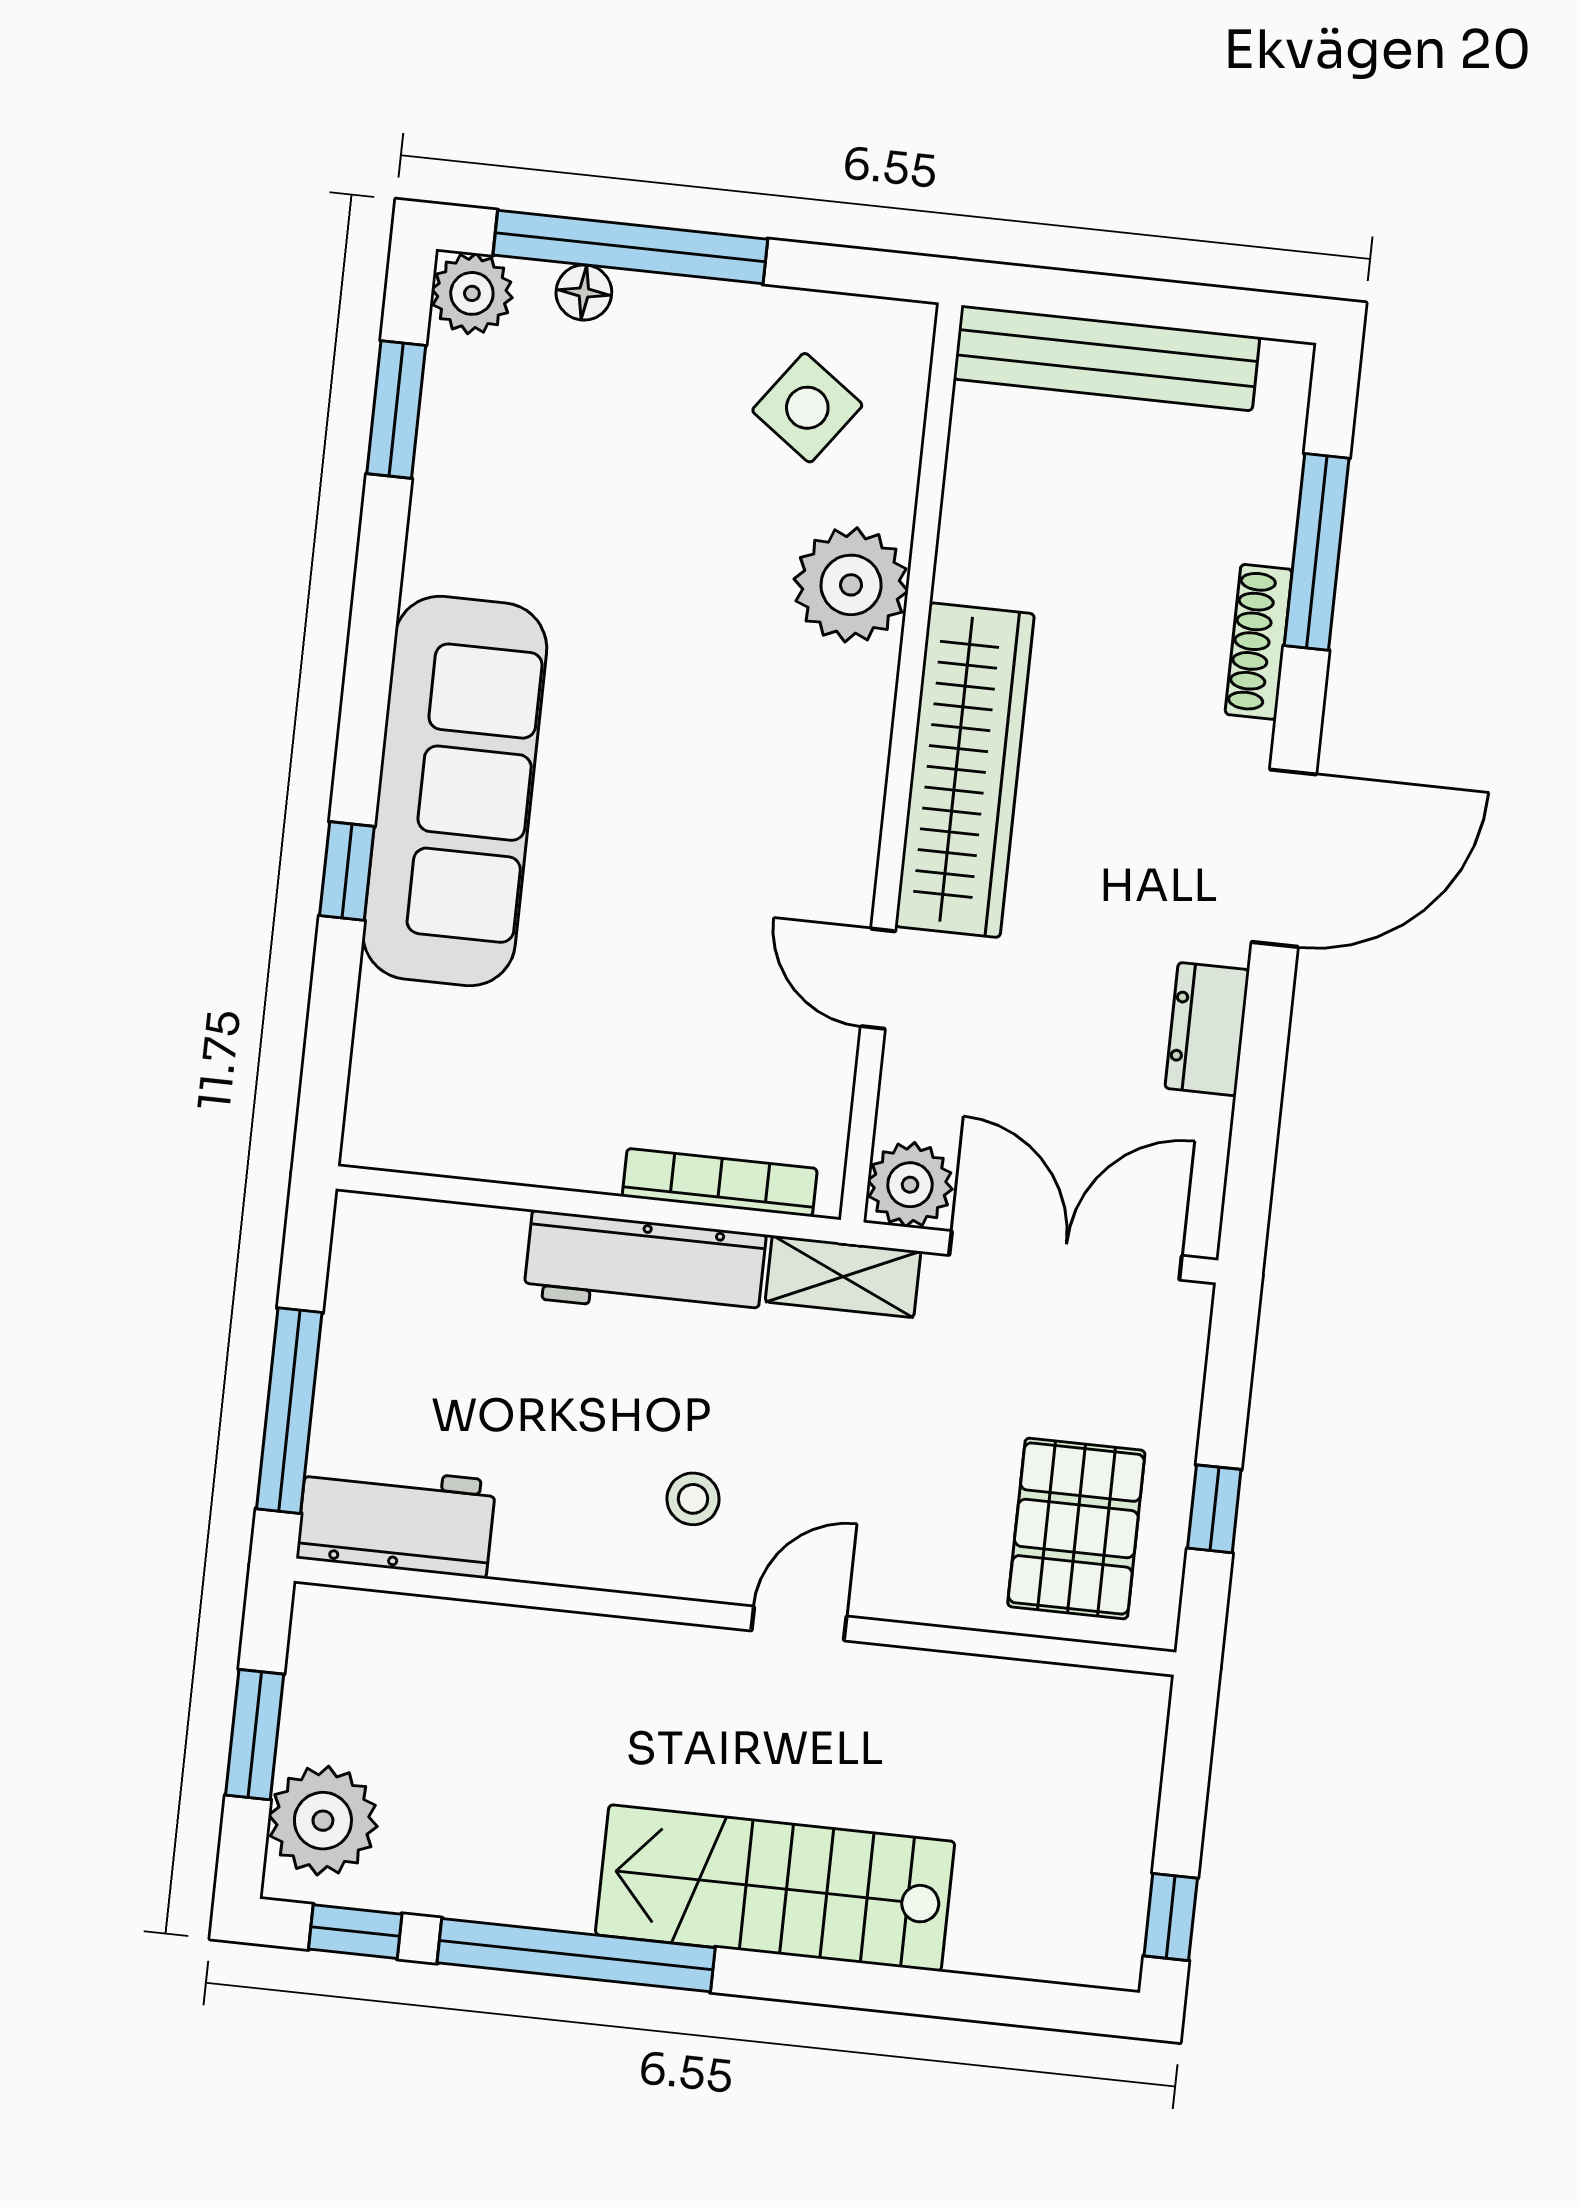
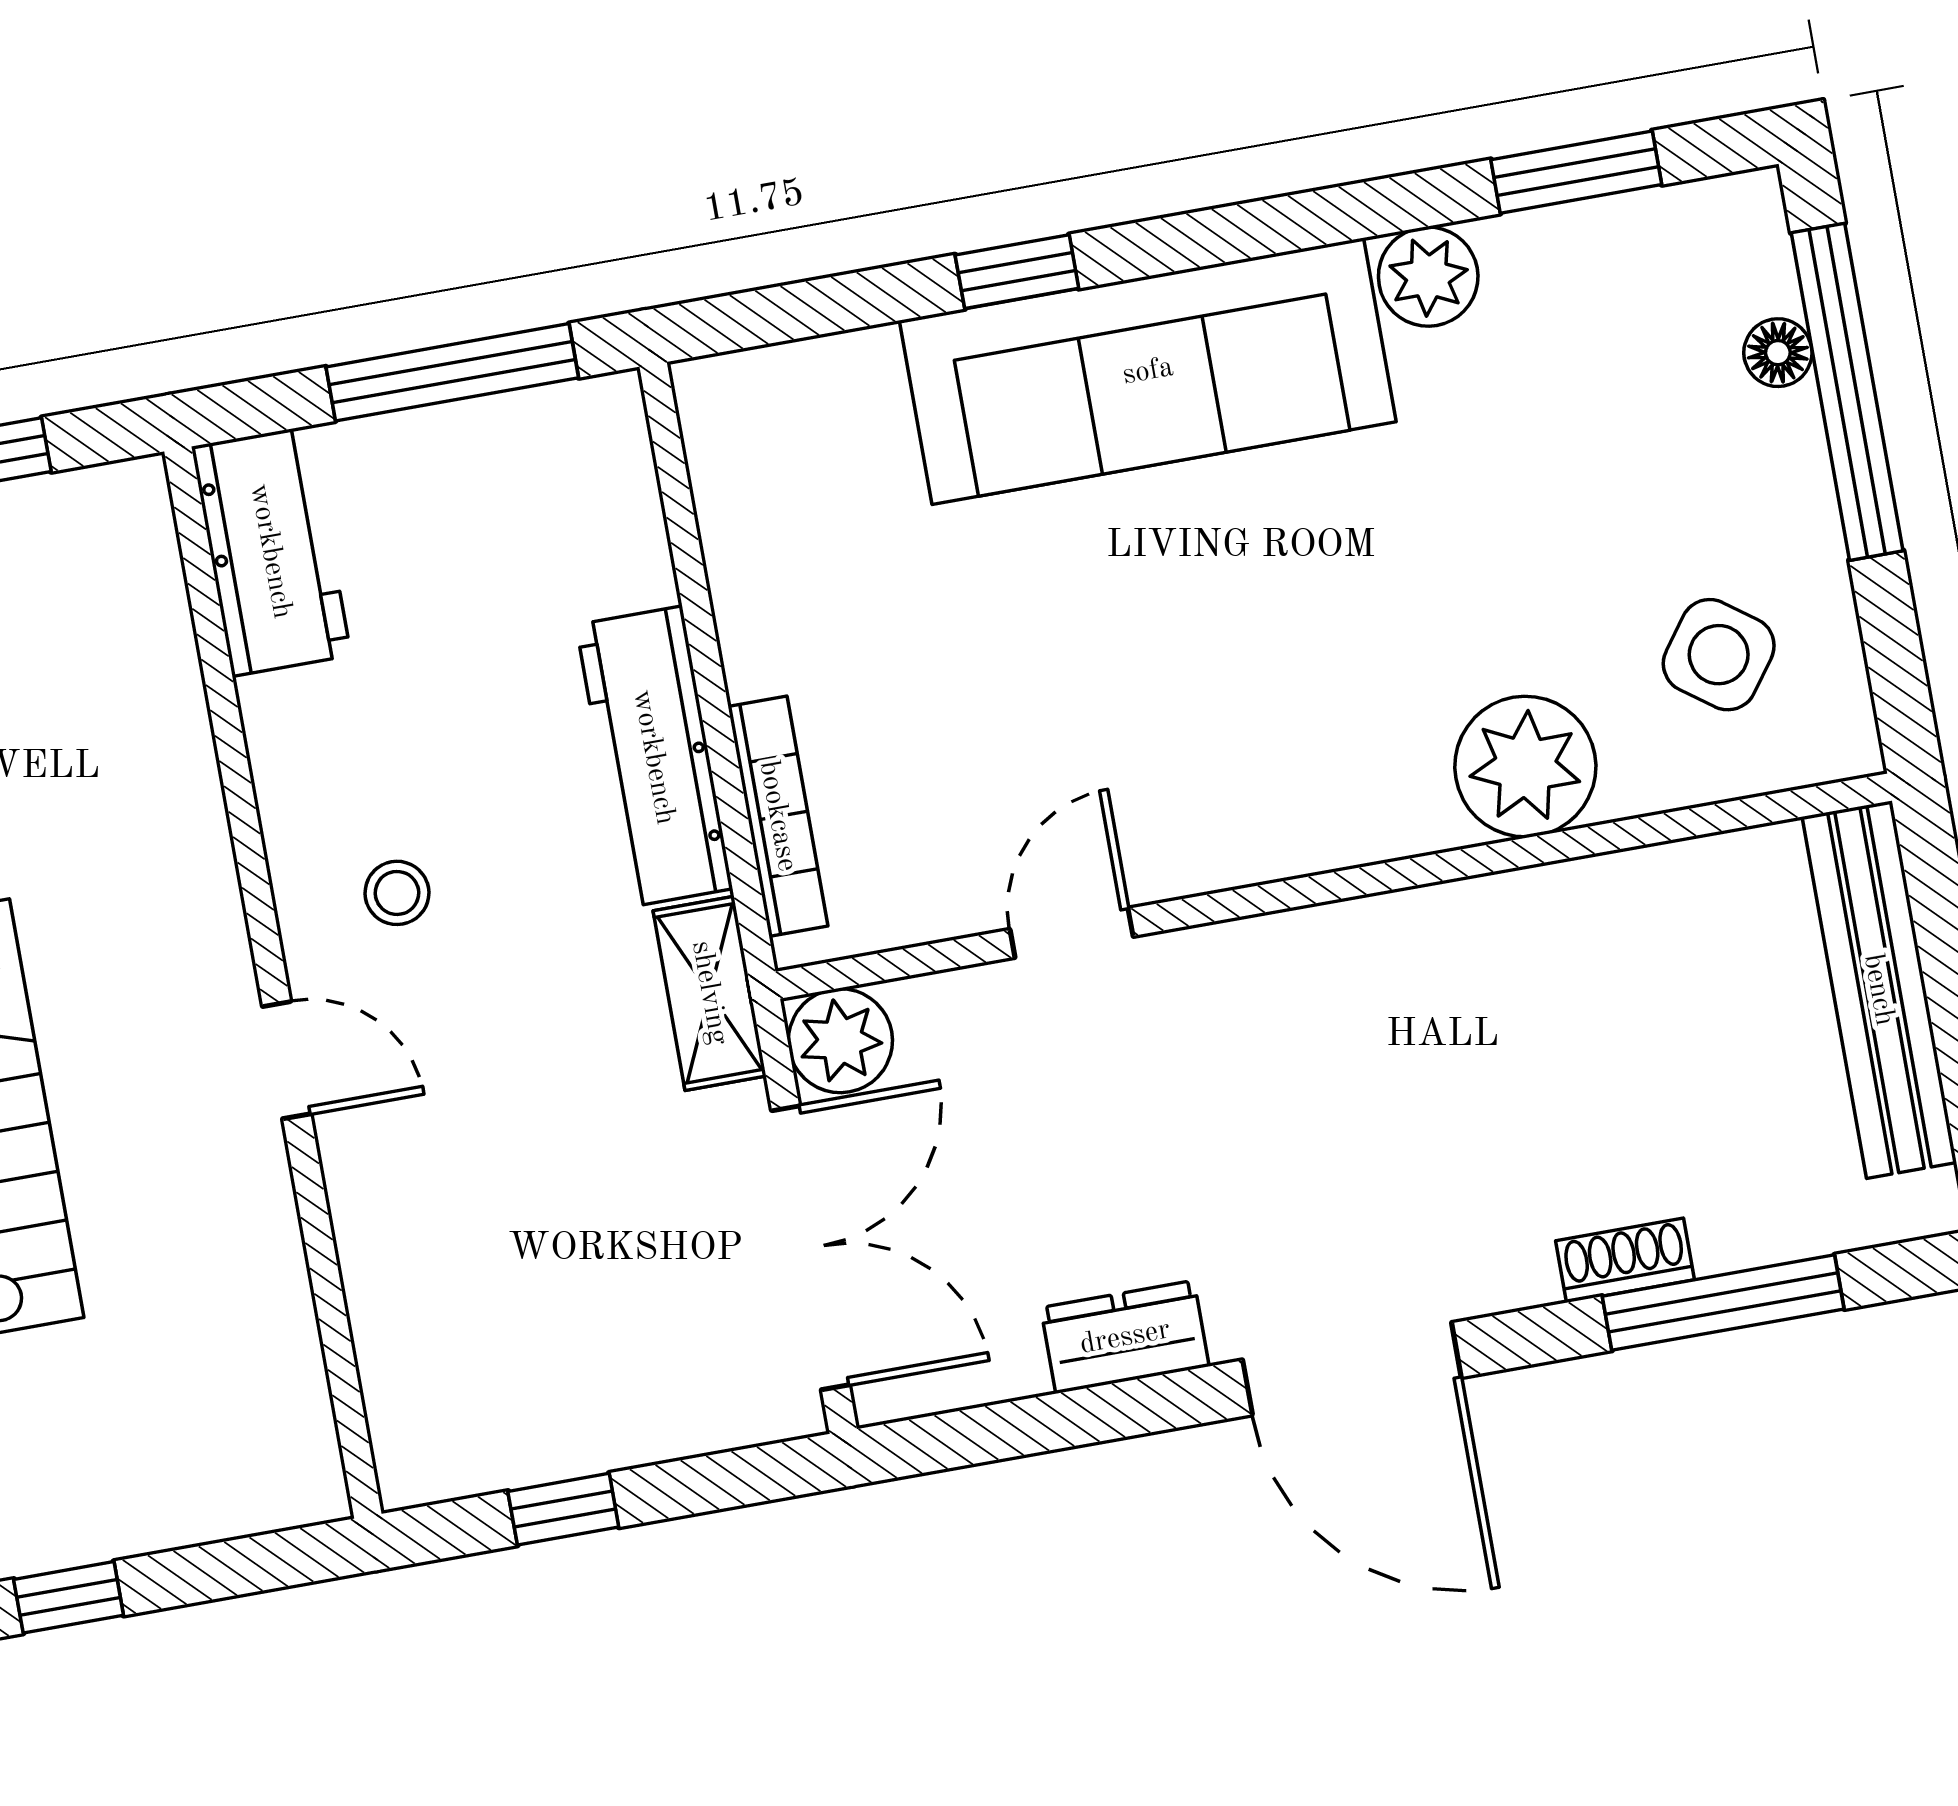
plant: (472, 293) -> (1428, 277), moved
shoe rack: (1259, 642) -> (1625, 1260), width x0.70
wardrobe: (965, 770) -> (1346, 963), removed
window: (289, 1411) -> (452, 372), moved
pallet: (1076, 1528) -> (493, 1354), removed

